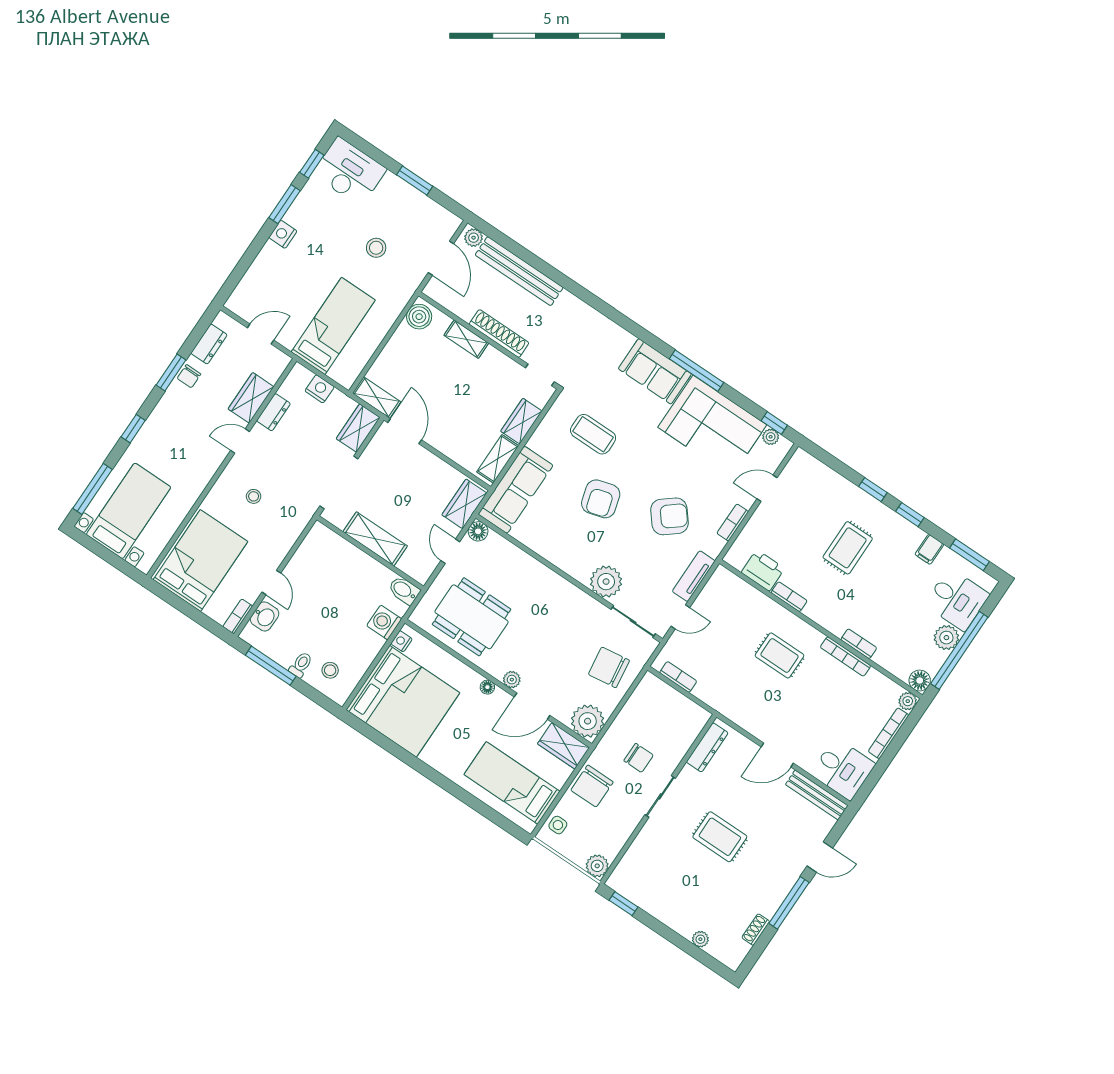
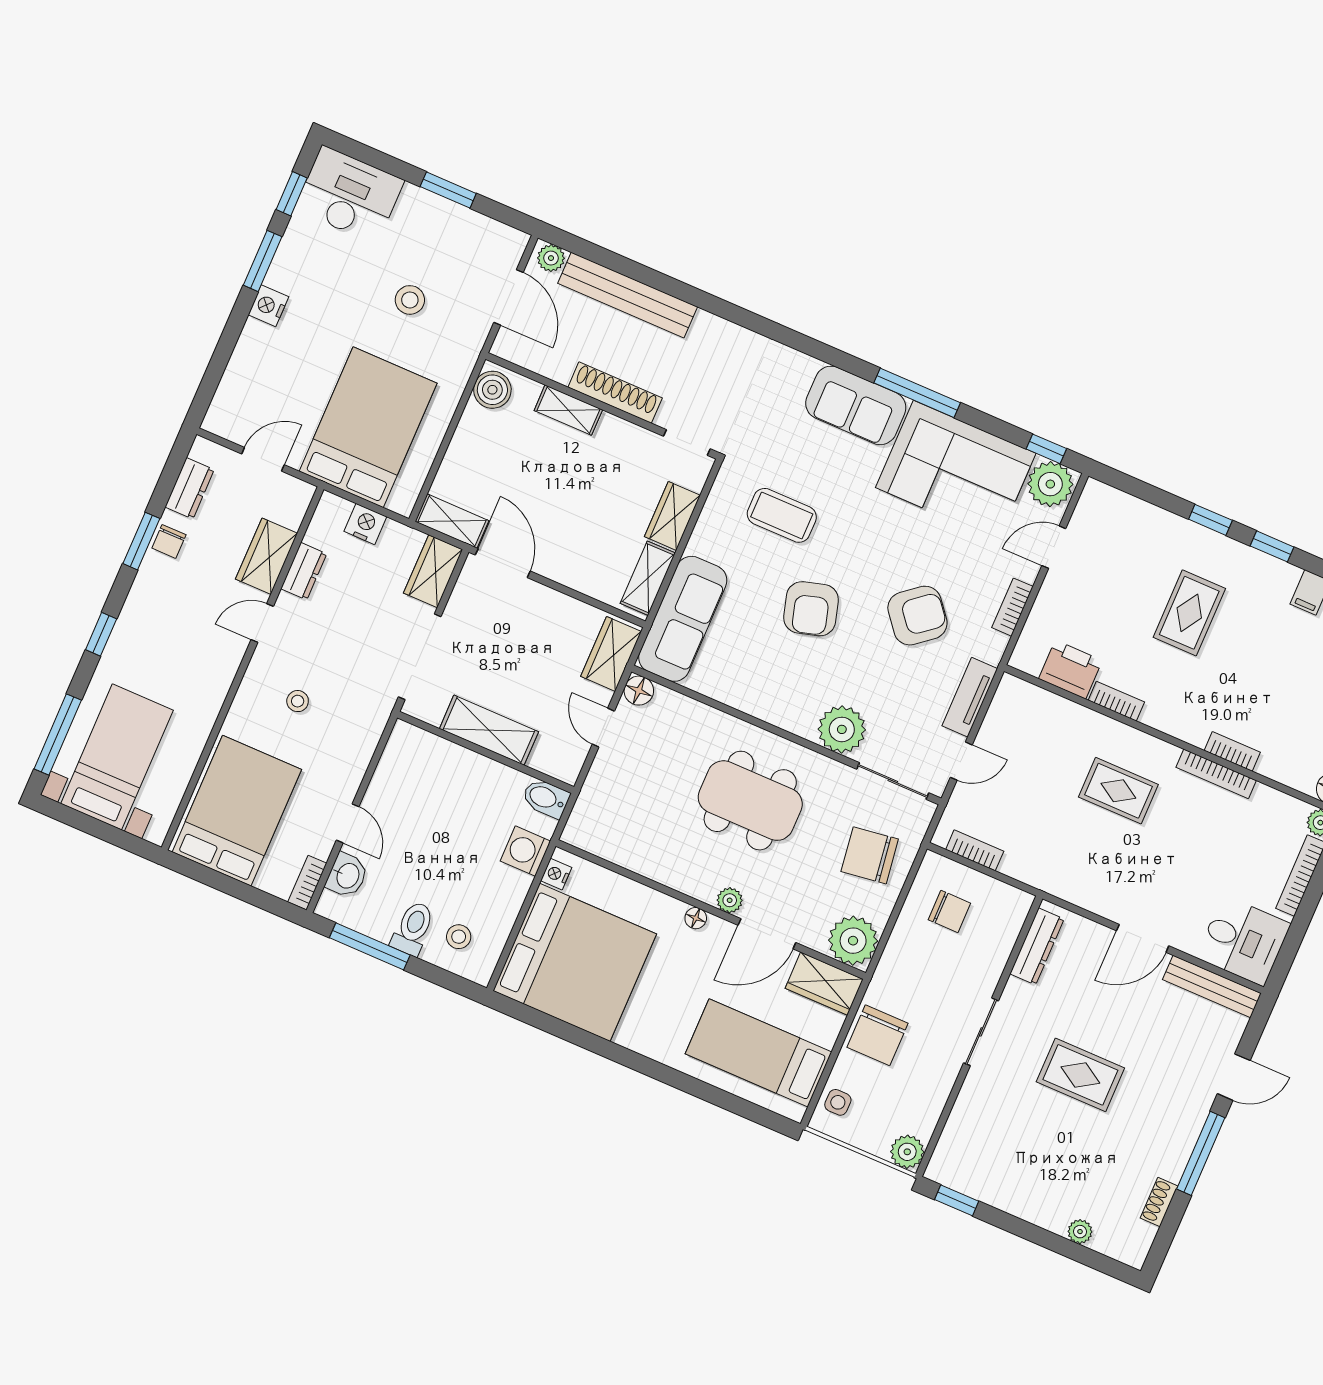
bed: (333, 326) -> (368, 427), width x1.50
plant: (771, 437) -> (1050, 484), width x1.88, depth x1.88
dining table: (472, 617) -> (750, 801), moved
toilet: (301, 665) -> (413, 928), width x1.37, depth x1.39
chair: (639, 758) -> (949, 911), moved

